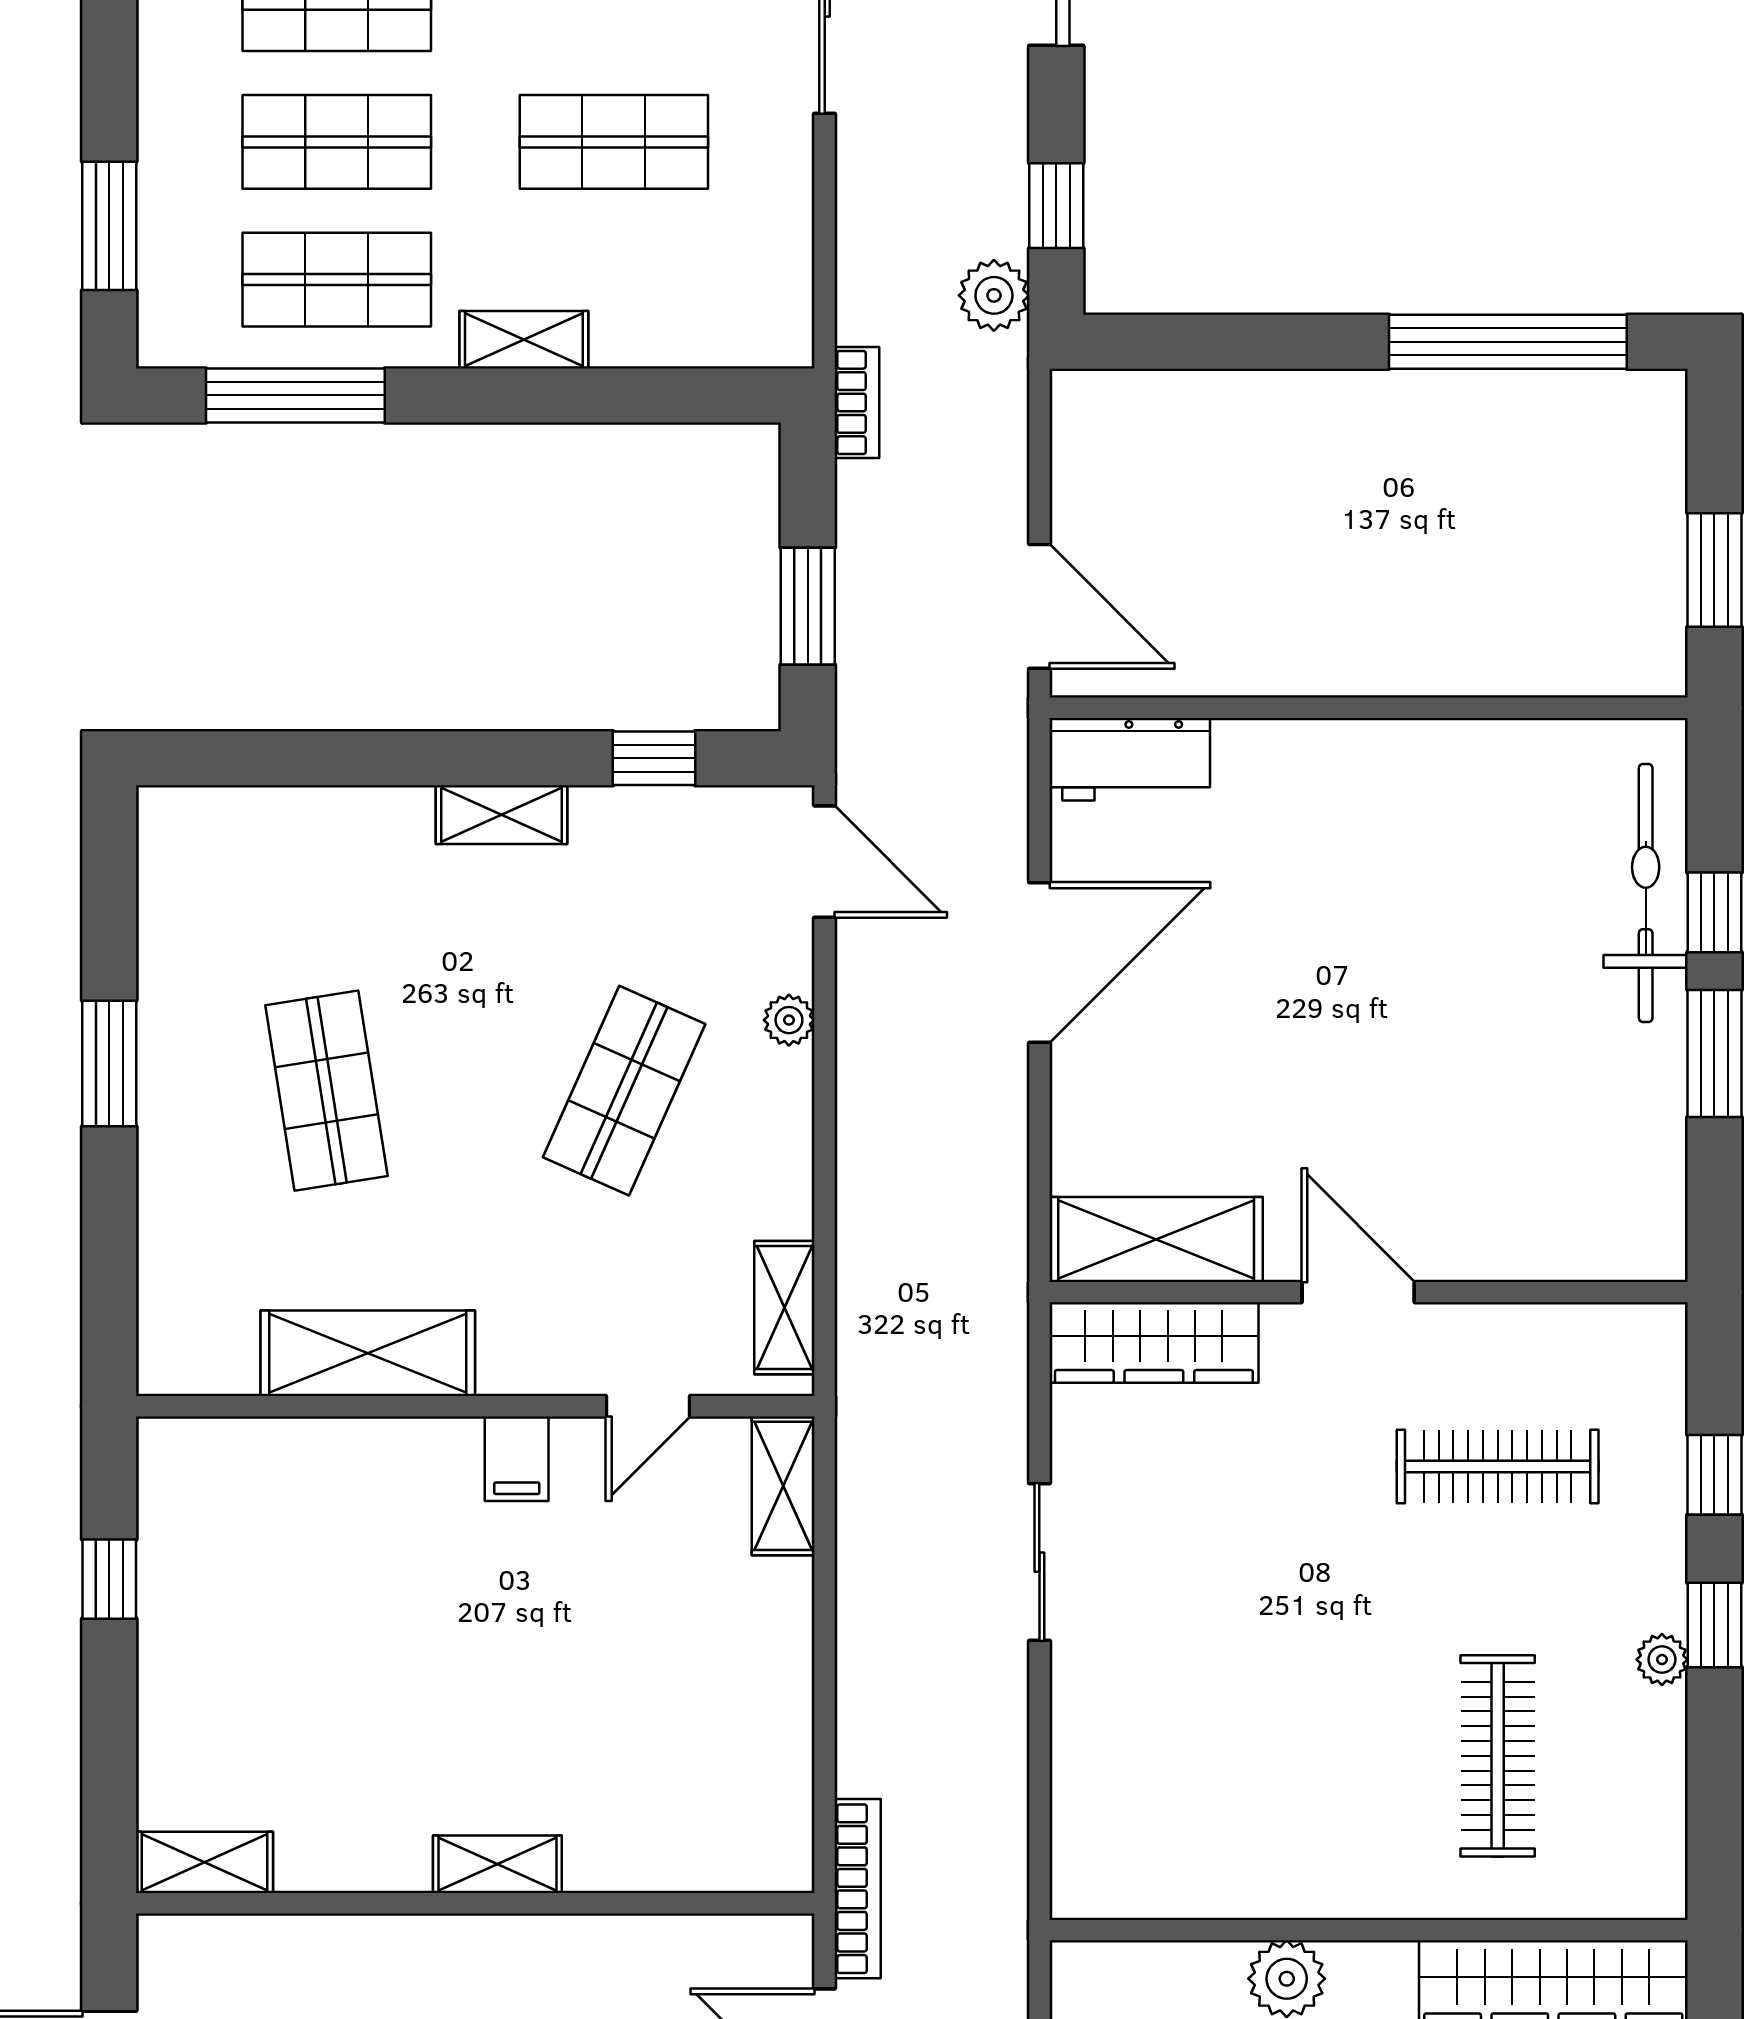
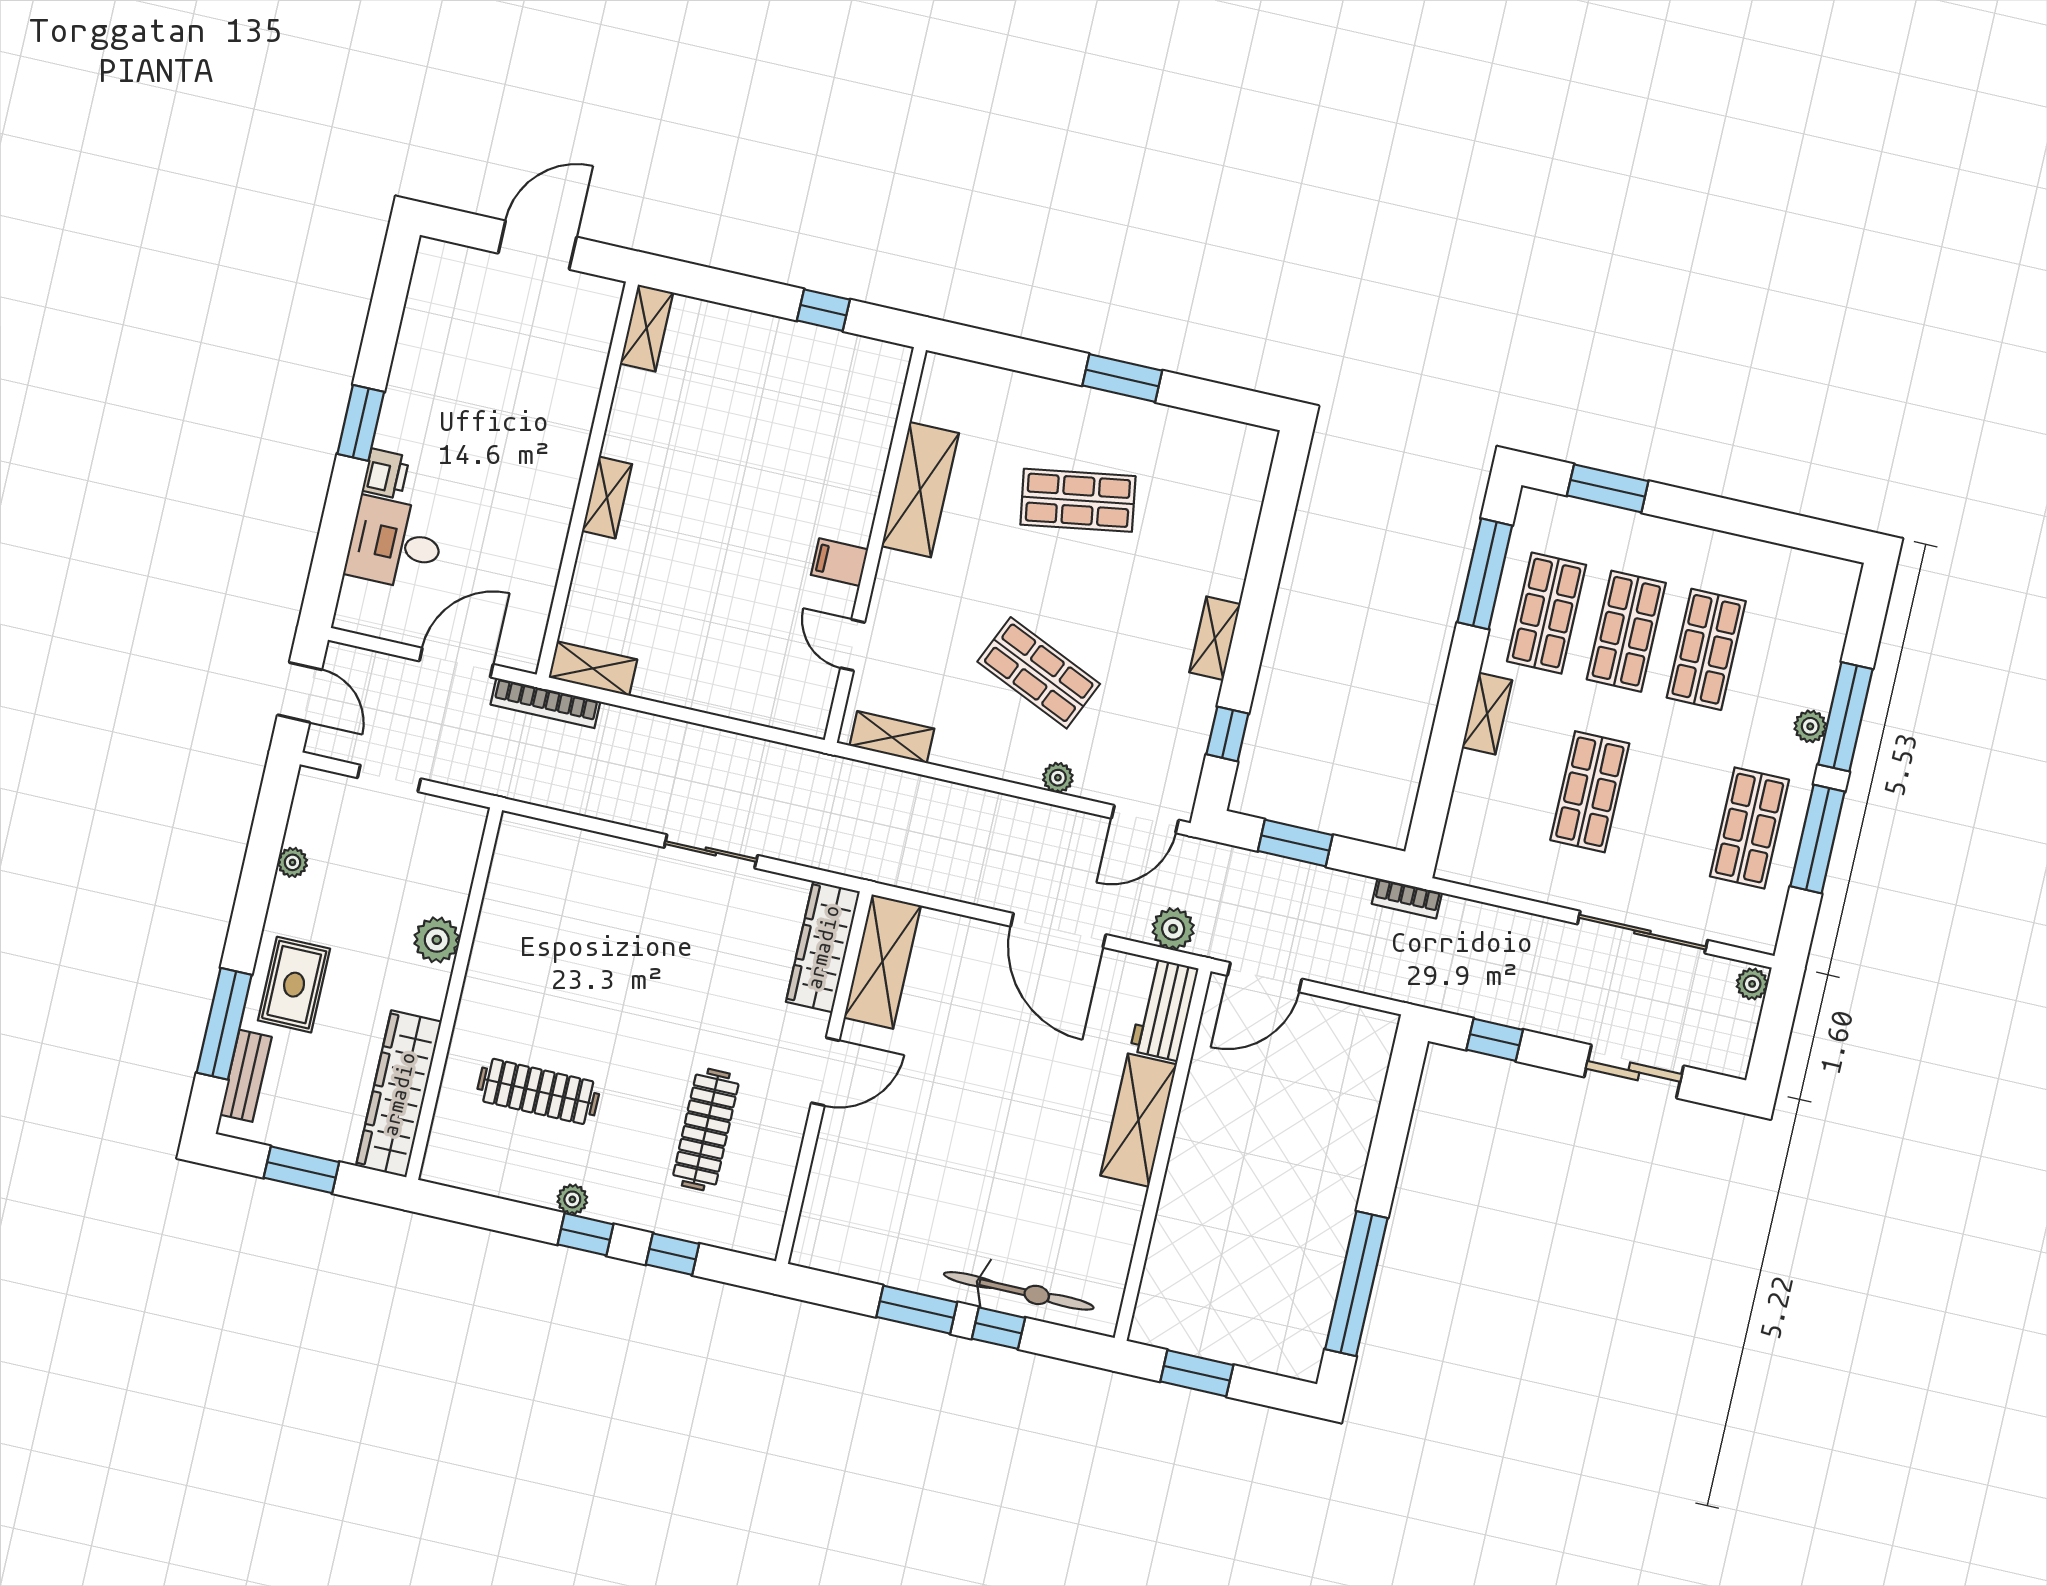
plant: (994, 295) -> (1173, 929), moved
shelving: (1321, 760) -> (1139, 1120), added
shelving: (783, 1486) -> (593, 668), moved

